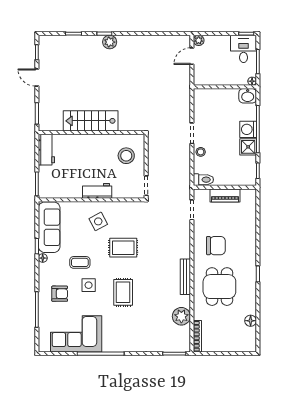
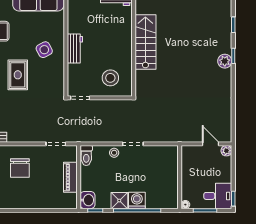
washbasin: (248, 96) -> (87, 200), moved, turned 180

